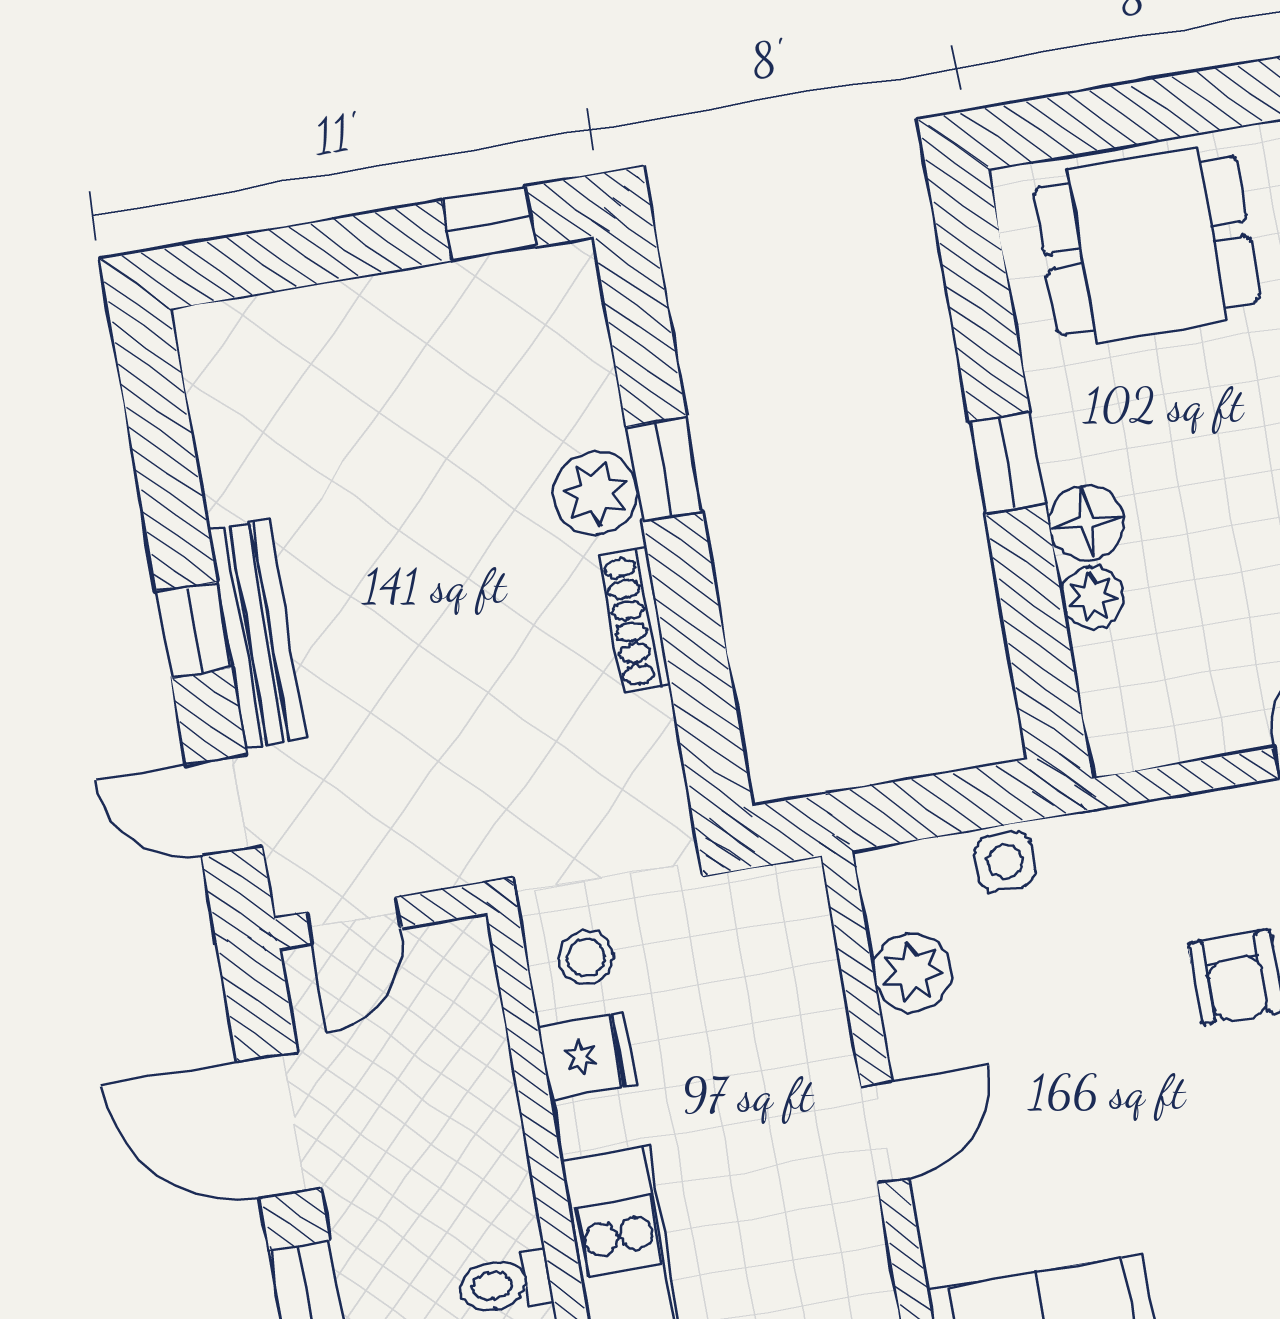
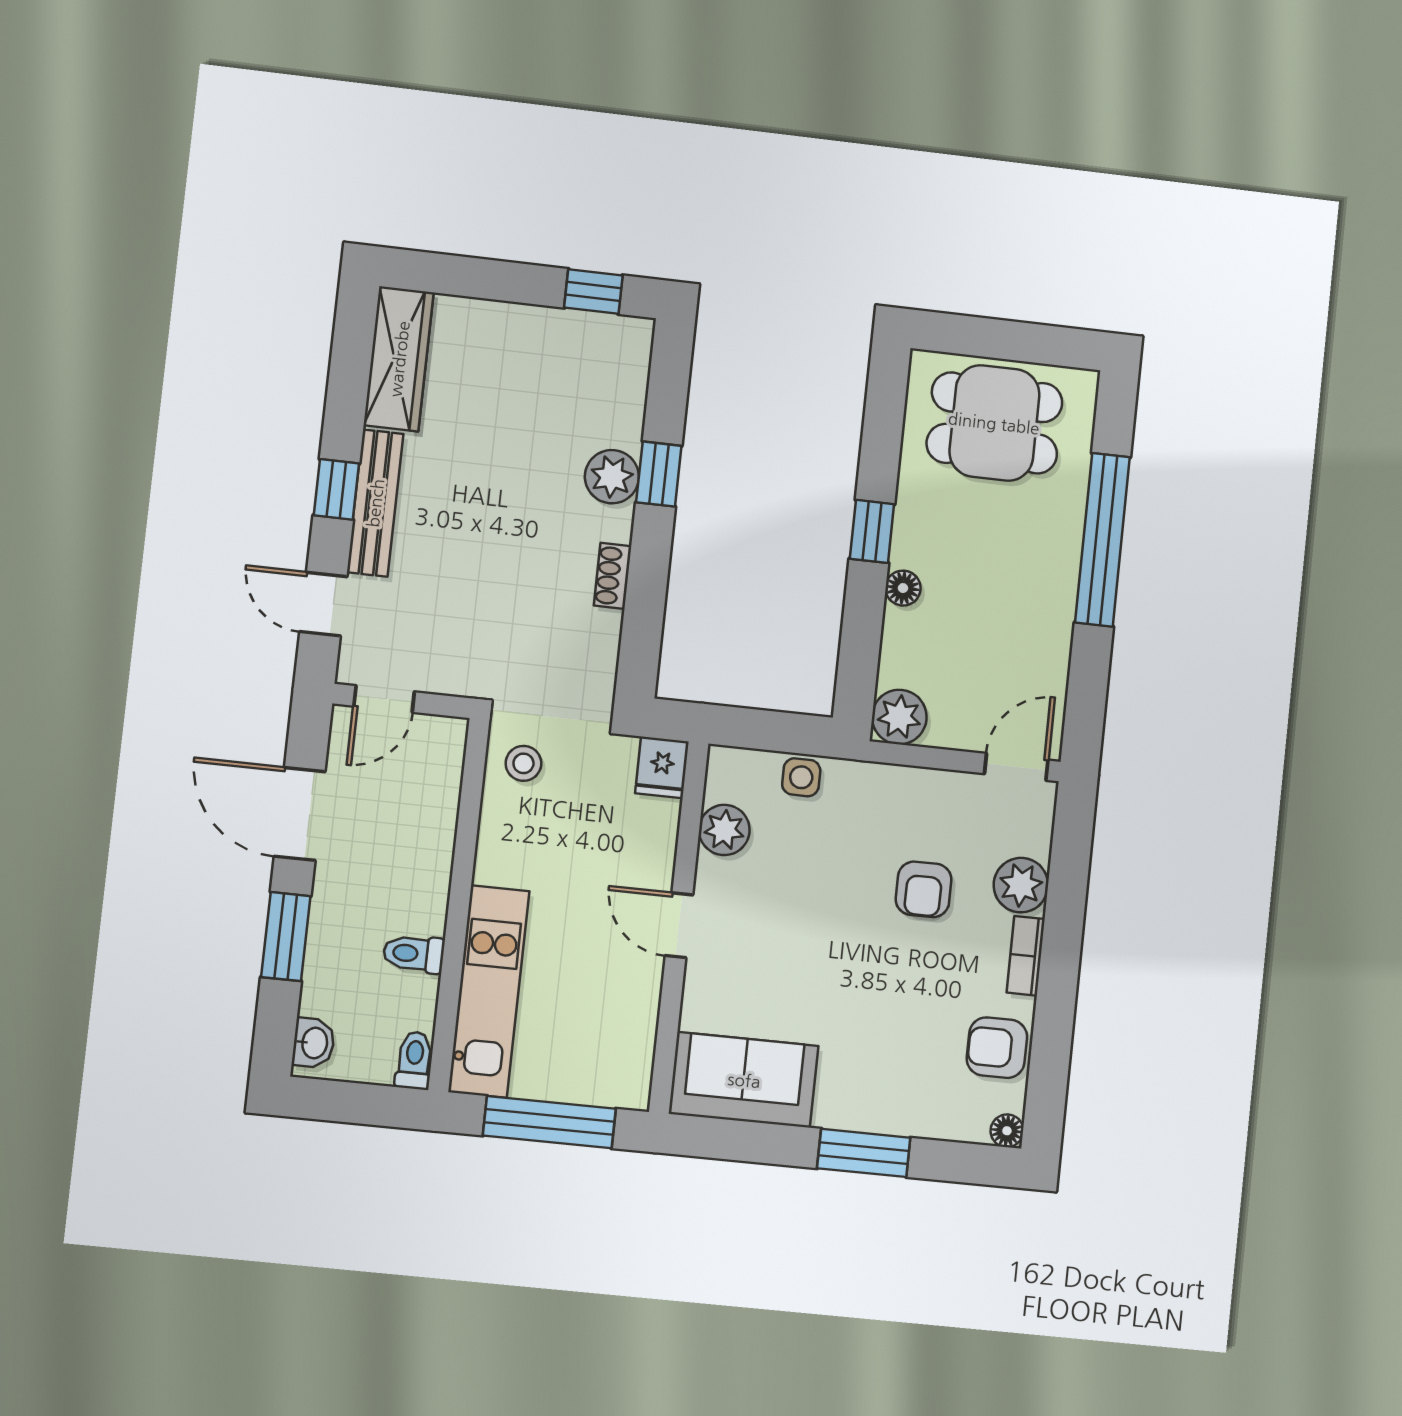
wardrobe: (230, 409) -> (399, 359), added
floor lamp: (1087, 523) -> (903, 588), width x0.73, depth x0.73
plant: (1093, 597) -> (899, 717), moved, width x1.38, depth x1.38
shoe rack: (635, 620) -> (613, 576), width x0.70
fridge: (587, 1056) -> (662, 767), moved, turned 90
door: (885, 1133) -> (679, 925), swing flipped

